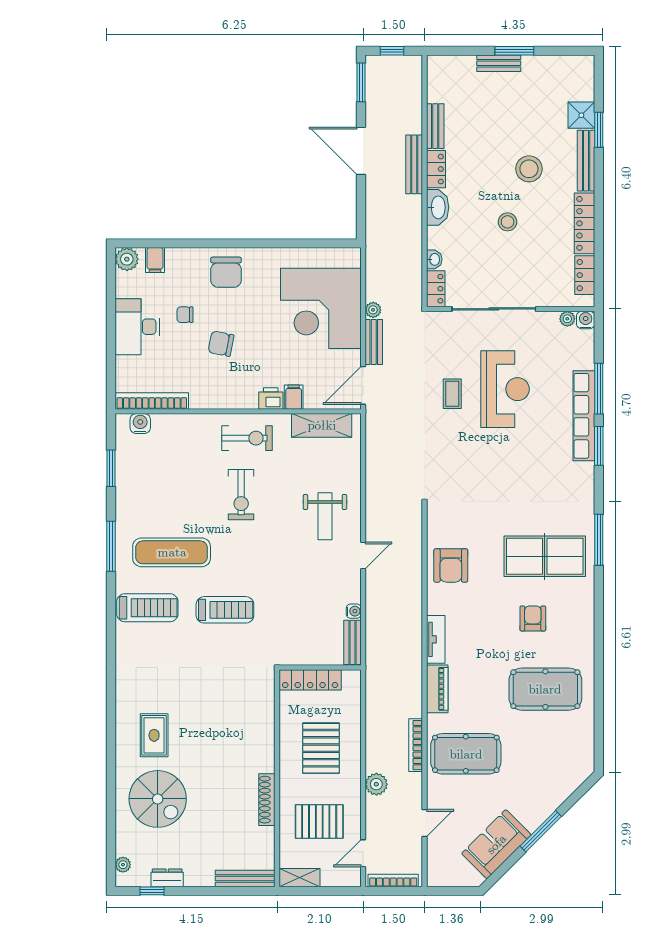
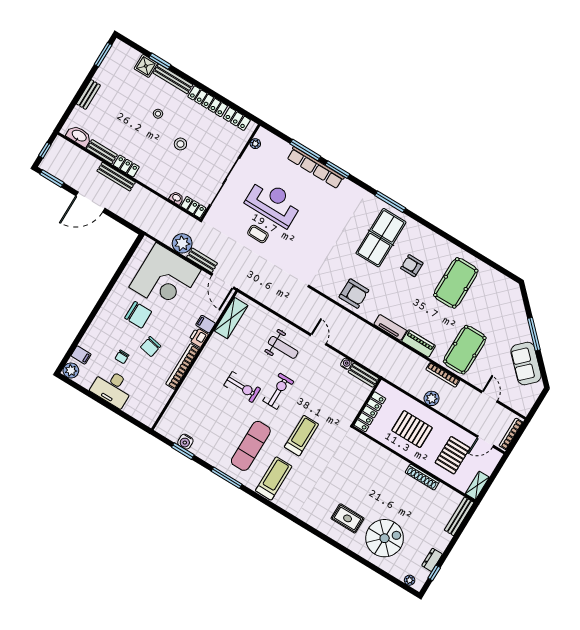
window: (514, 51) -> (103, 55), moved
stool: (529, 169) -> (158, 114), width x0.53, depth x0.53
washbasin: (438, 207) -> (79, 136), moved
chair: (226, 272) -> (138, 315), moved
plant: (373, 310) -> (182, 243), width x1.88, depth x1.88
water cooler: (586, 320) -> (262, 134), removed
bookcase: (152, 401) -> (183, 367), moved
water cooler: (140, 424) -> (185, 442), moved, turned -90
exercise bike: (247, 438) -> (278, 391), moved
plant: (376, 784) -> (432, 398), moved
door: (363, 853) -> (485, 441), hinge flipped

